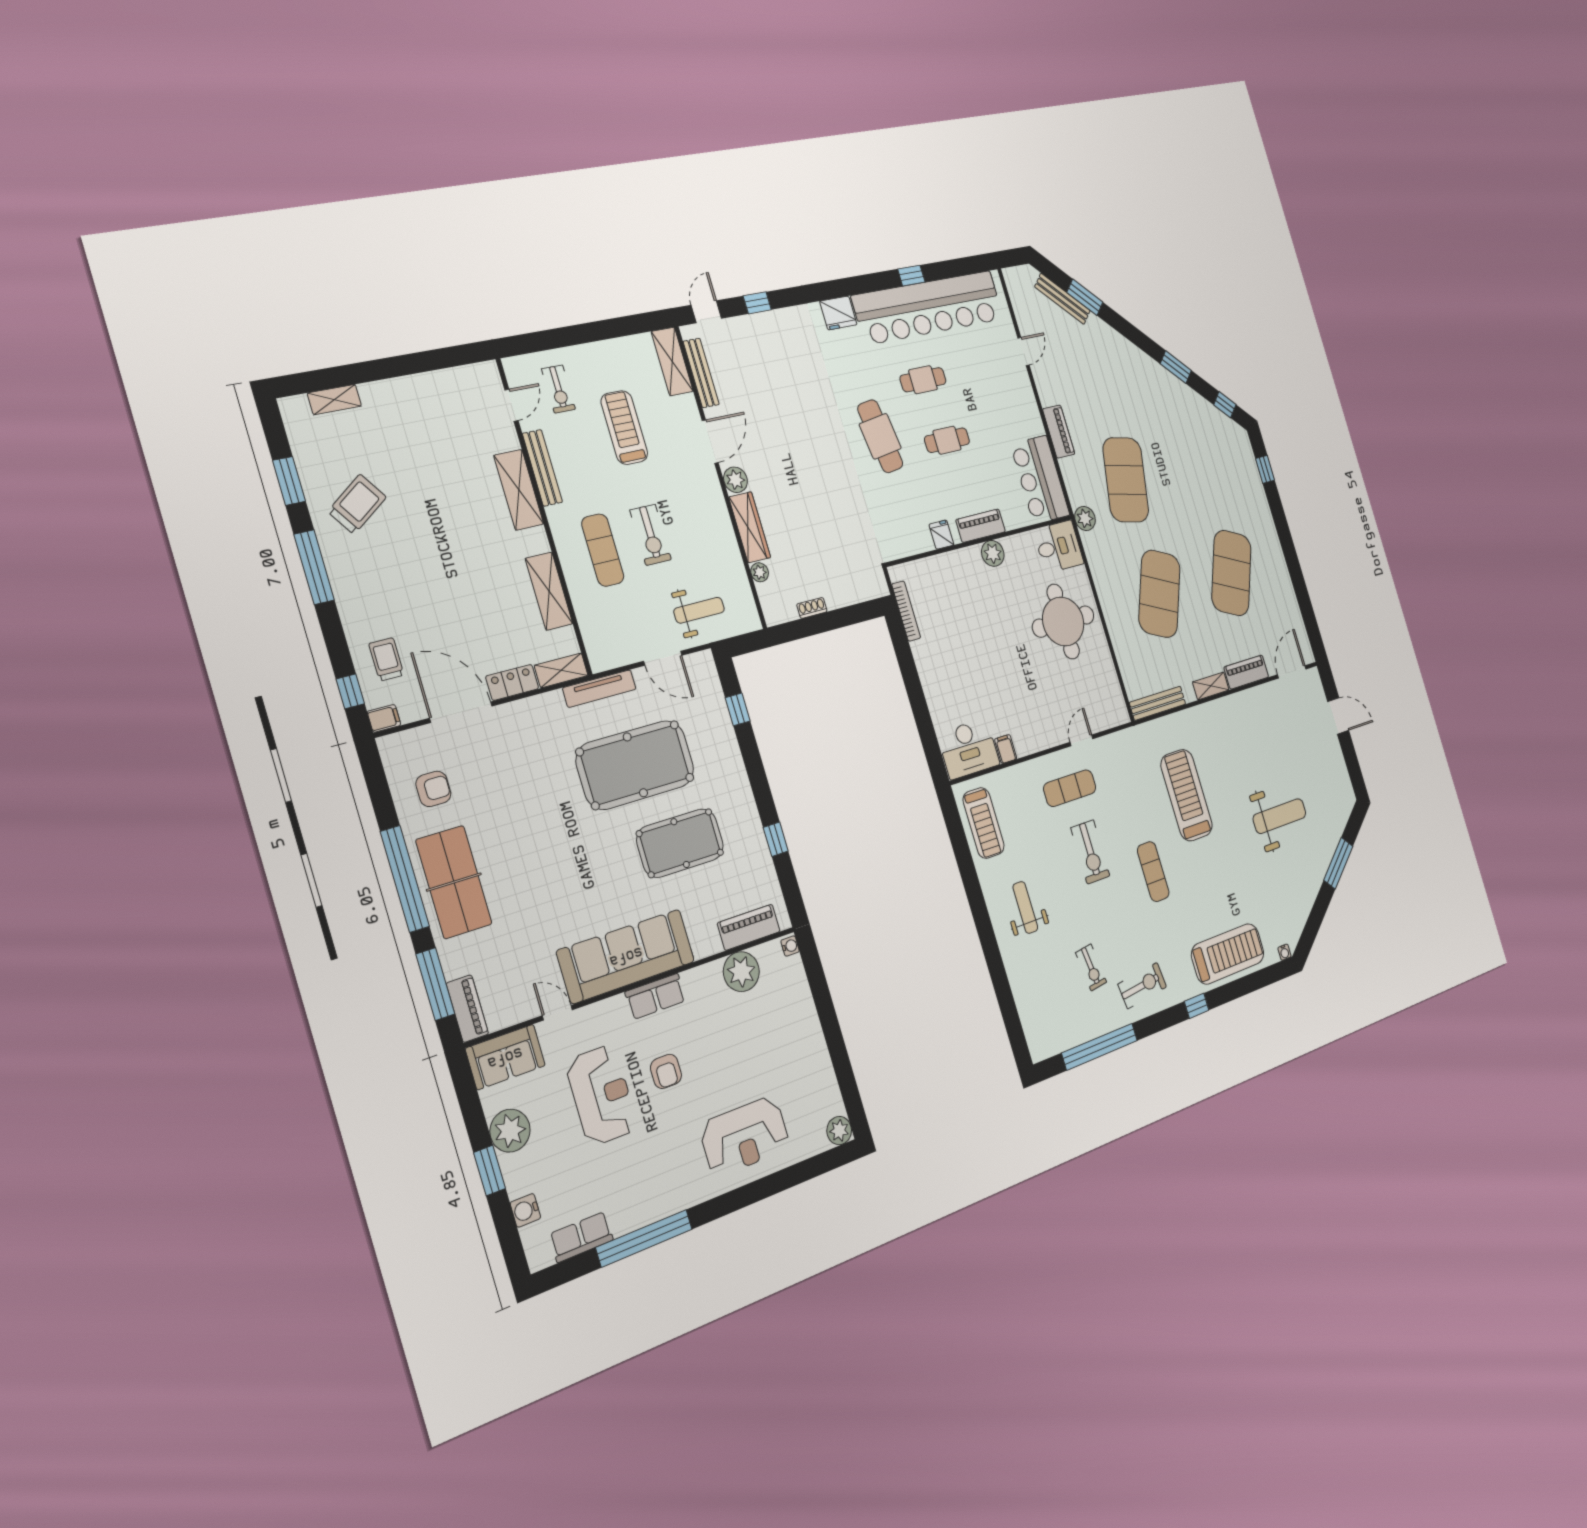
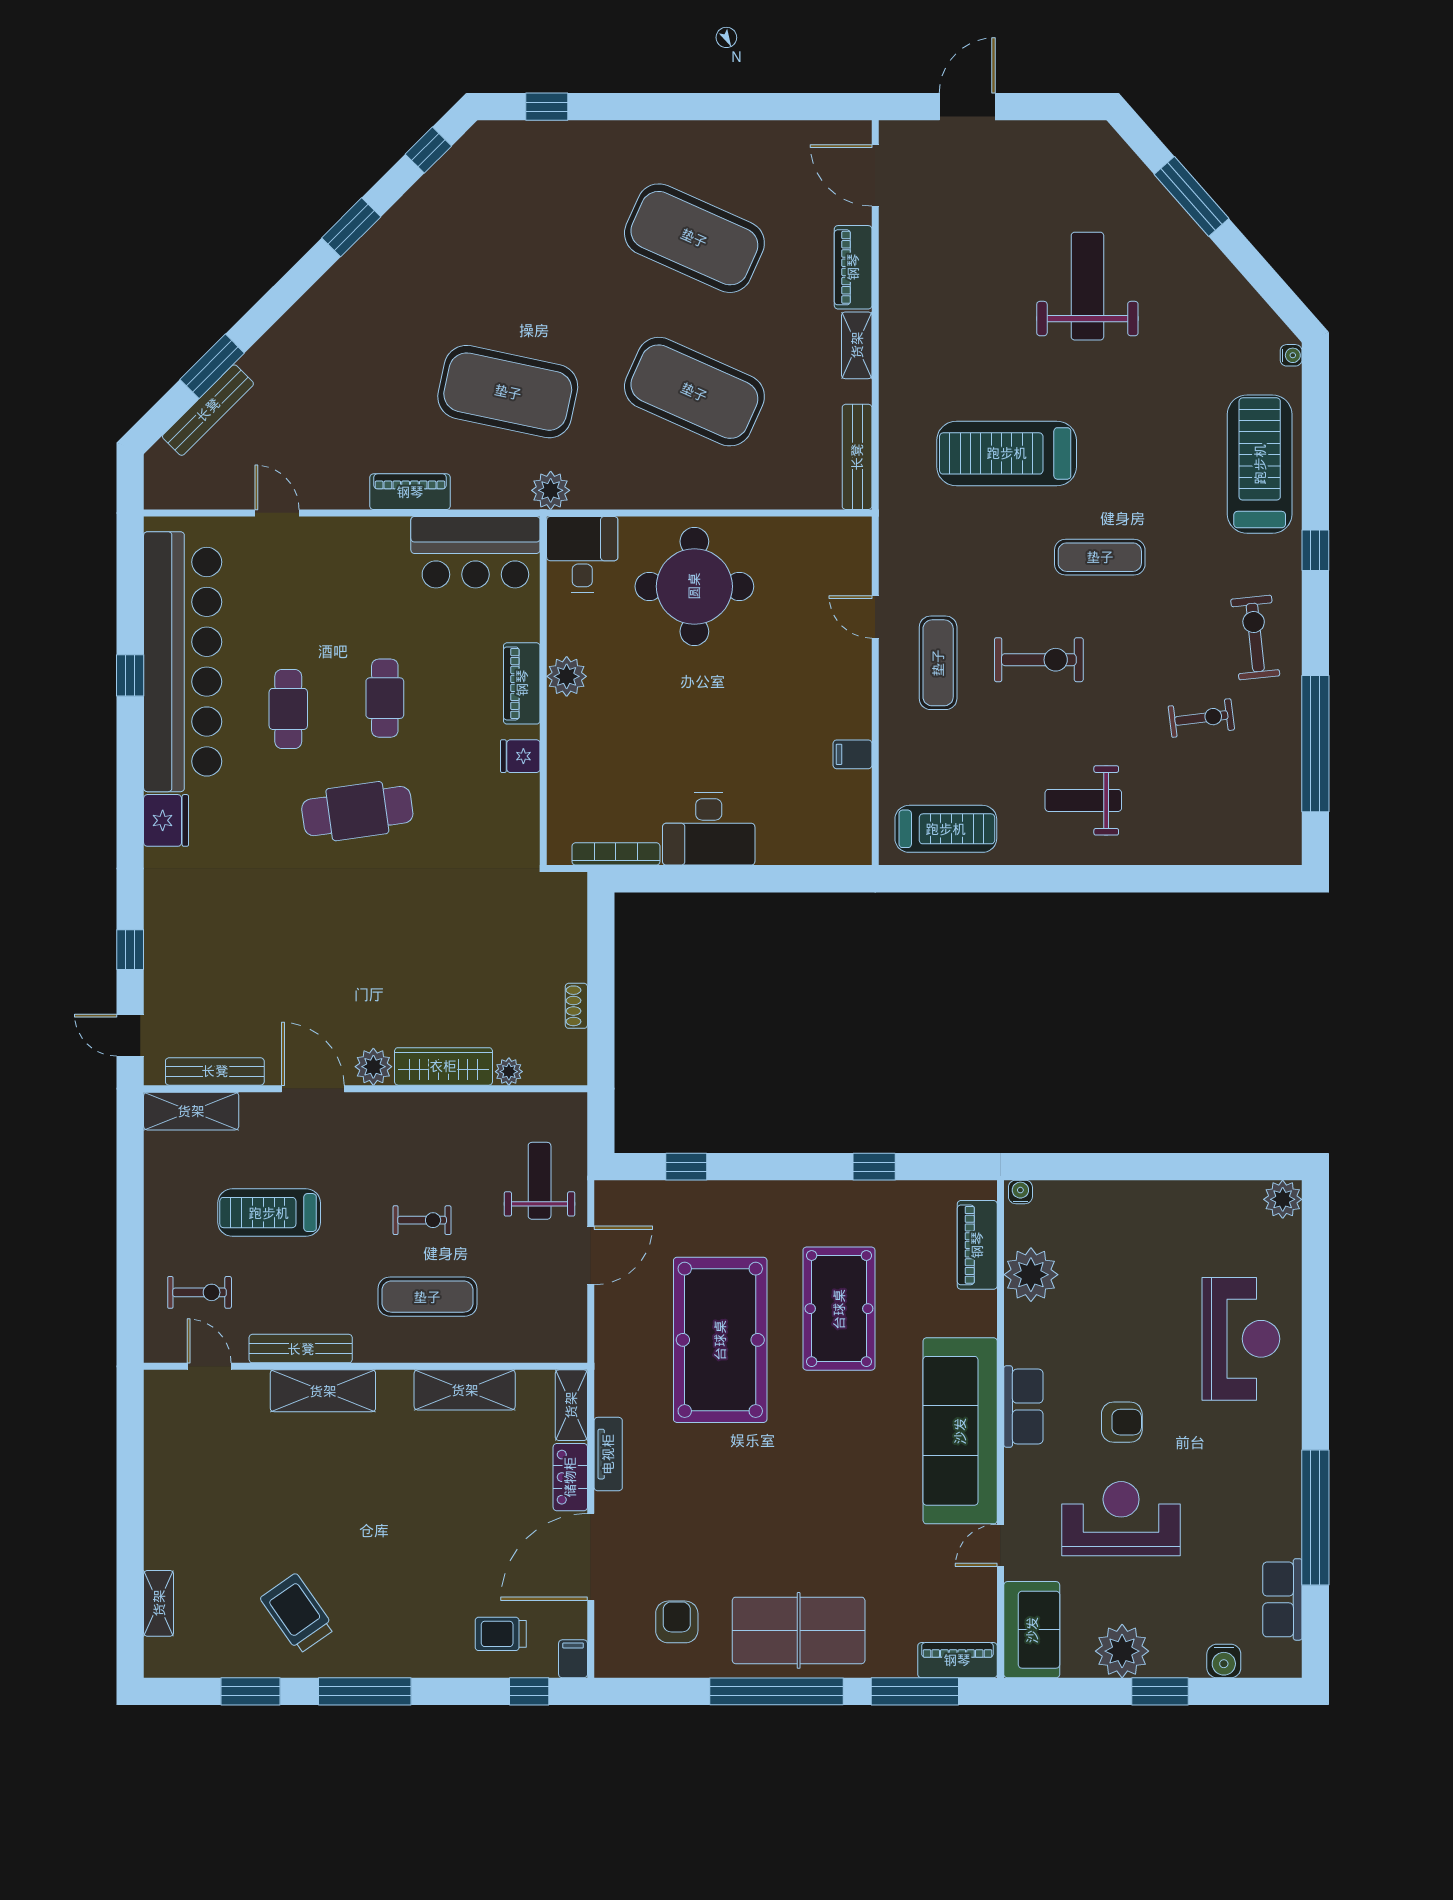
exercise bike: (651, 535) -> (422, 1220), width x0.73, depth x0.72
tv unit: (599, 689) -> (608, 1454), moved, width x0.71
desk: (968, 749) -> (709, 829), moved, turned 90

